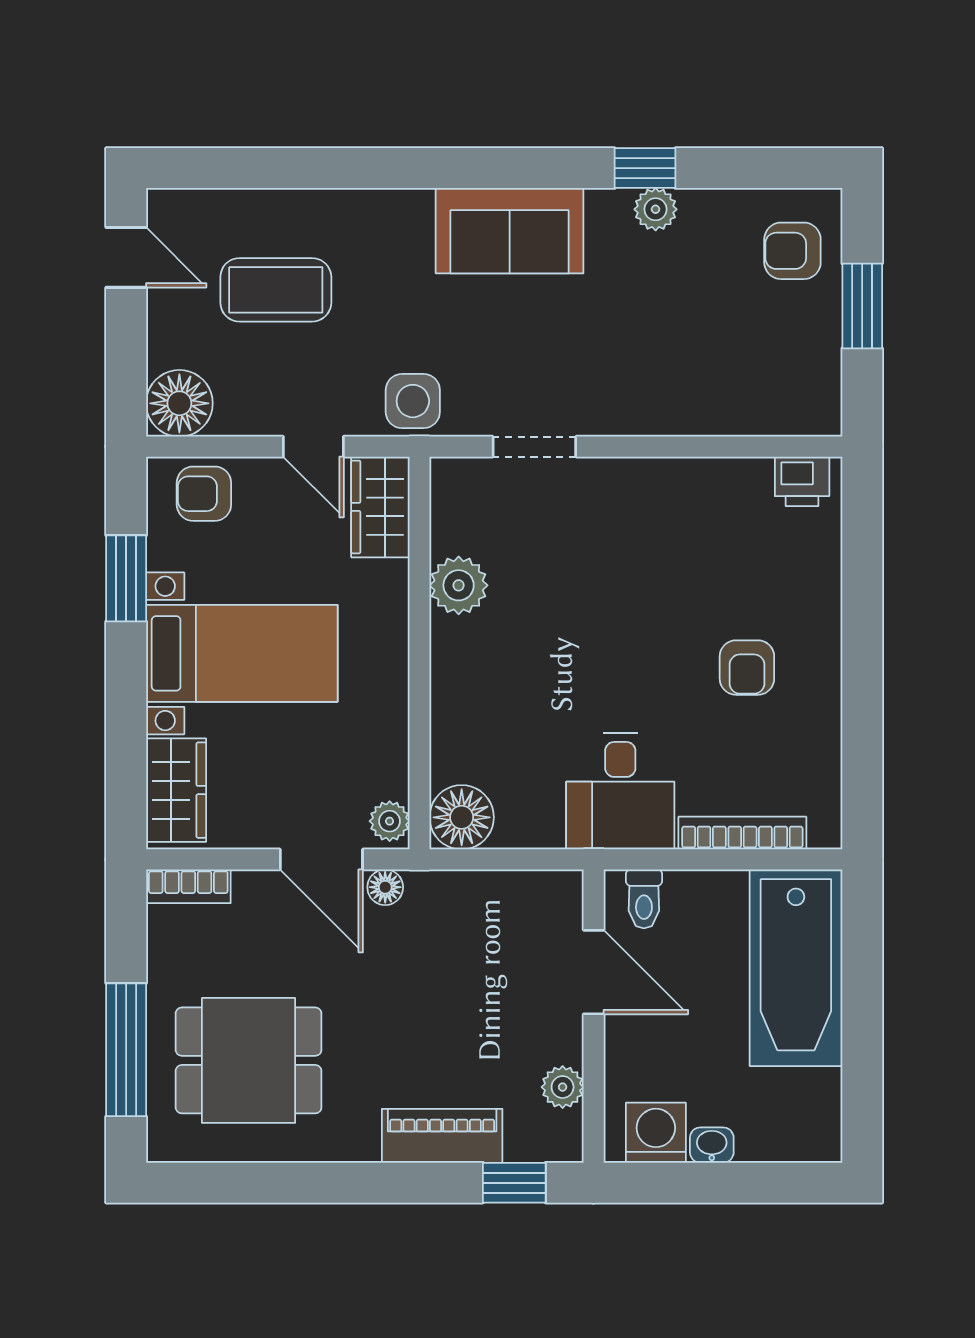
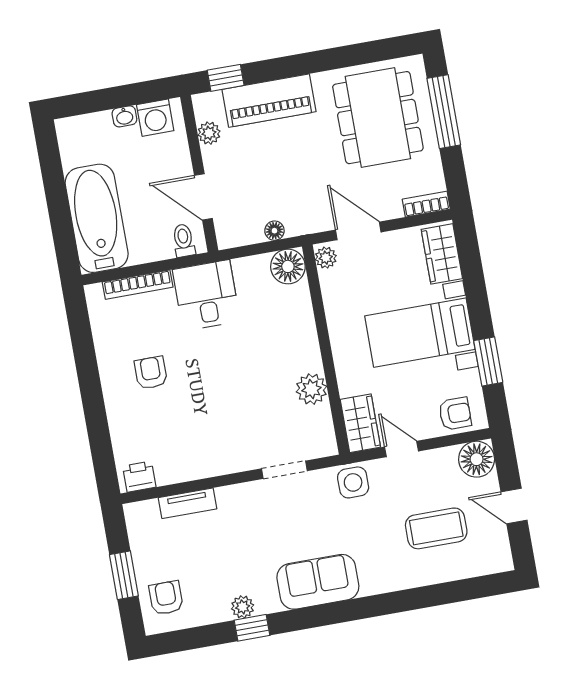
armchair: (792, 251) -> (166, 598), turned -90
door: (126, 257) -> (514, 506), moved
tv unit: (722, 417) -> (188, 503), added
floor lamp: (385, 887) -> (274, 231), moved
dining table: (249, 1060) -> (378, 118), width x1.38
piano: (442, 1136) -> (269, 101), width x1.37, depth x1.33

